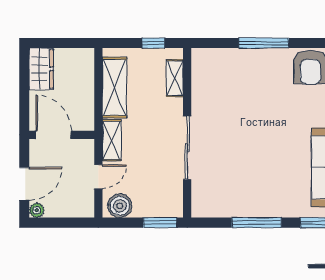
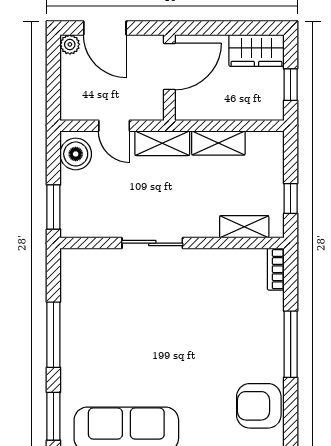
window: (67, 43) -> (291, 85), added
bookcase: (207, 54) -> (276, 269), added
shelving: (114, 88) -> (218, 143), width x0.67, depth x0.75
sliding door: (187, 148) -> (152, 243), width x0.73

